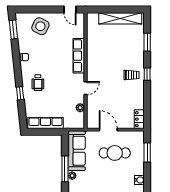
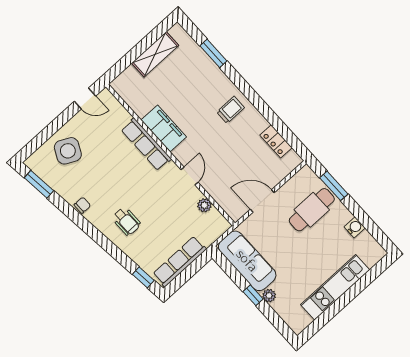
shelving: (120, 18) -> (155, 54), width x0.68
filing cabinet: (93, 56) -> (164, 128), added
window: (147, 74) -> (248, 92), removed
window: (20, 93) -> (143, 277), moved
locker: (139, 119) -> (276, 141), moved
cafe table: (115, 153) -> (312, 210), moved
window: (65, 169) -> (253, 295), width x0.46

